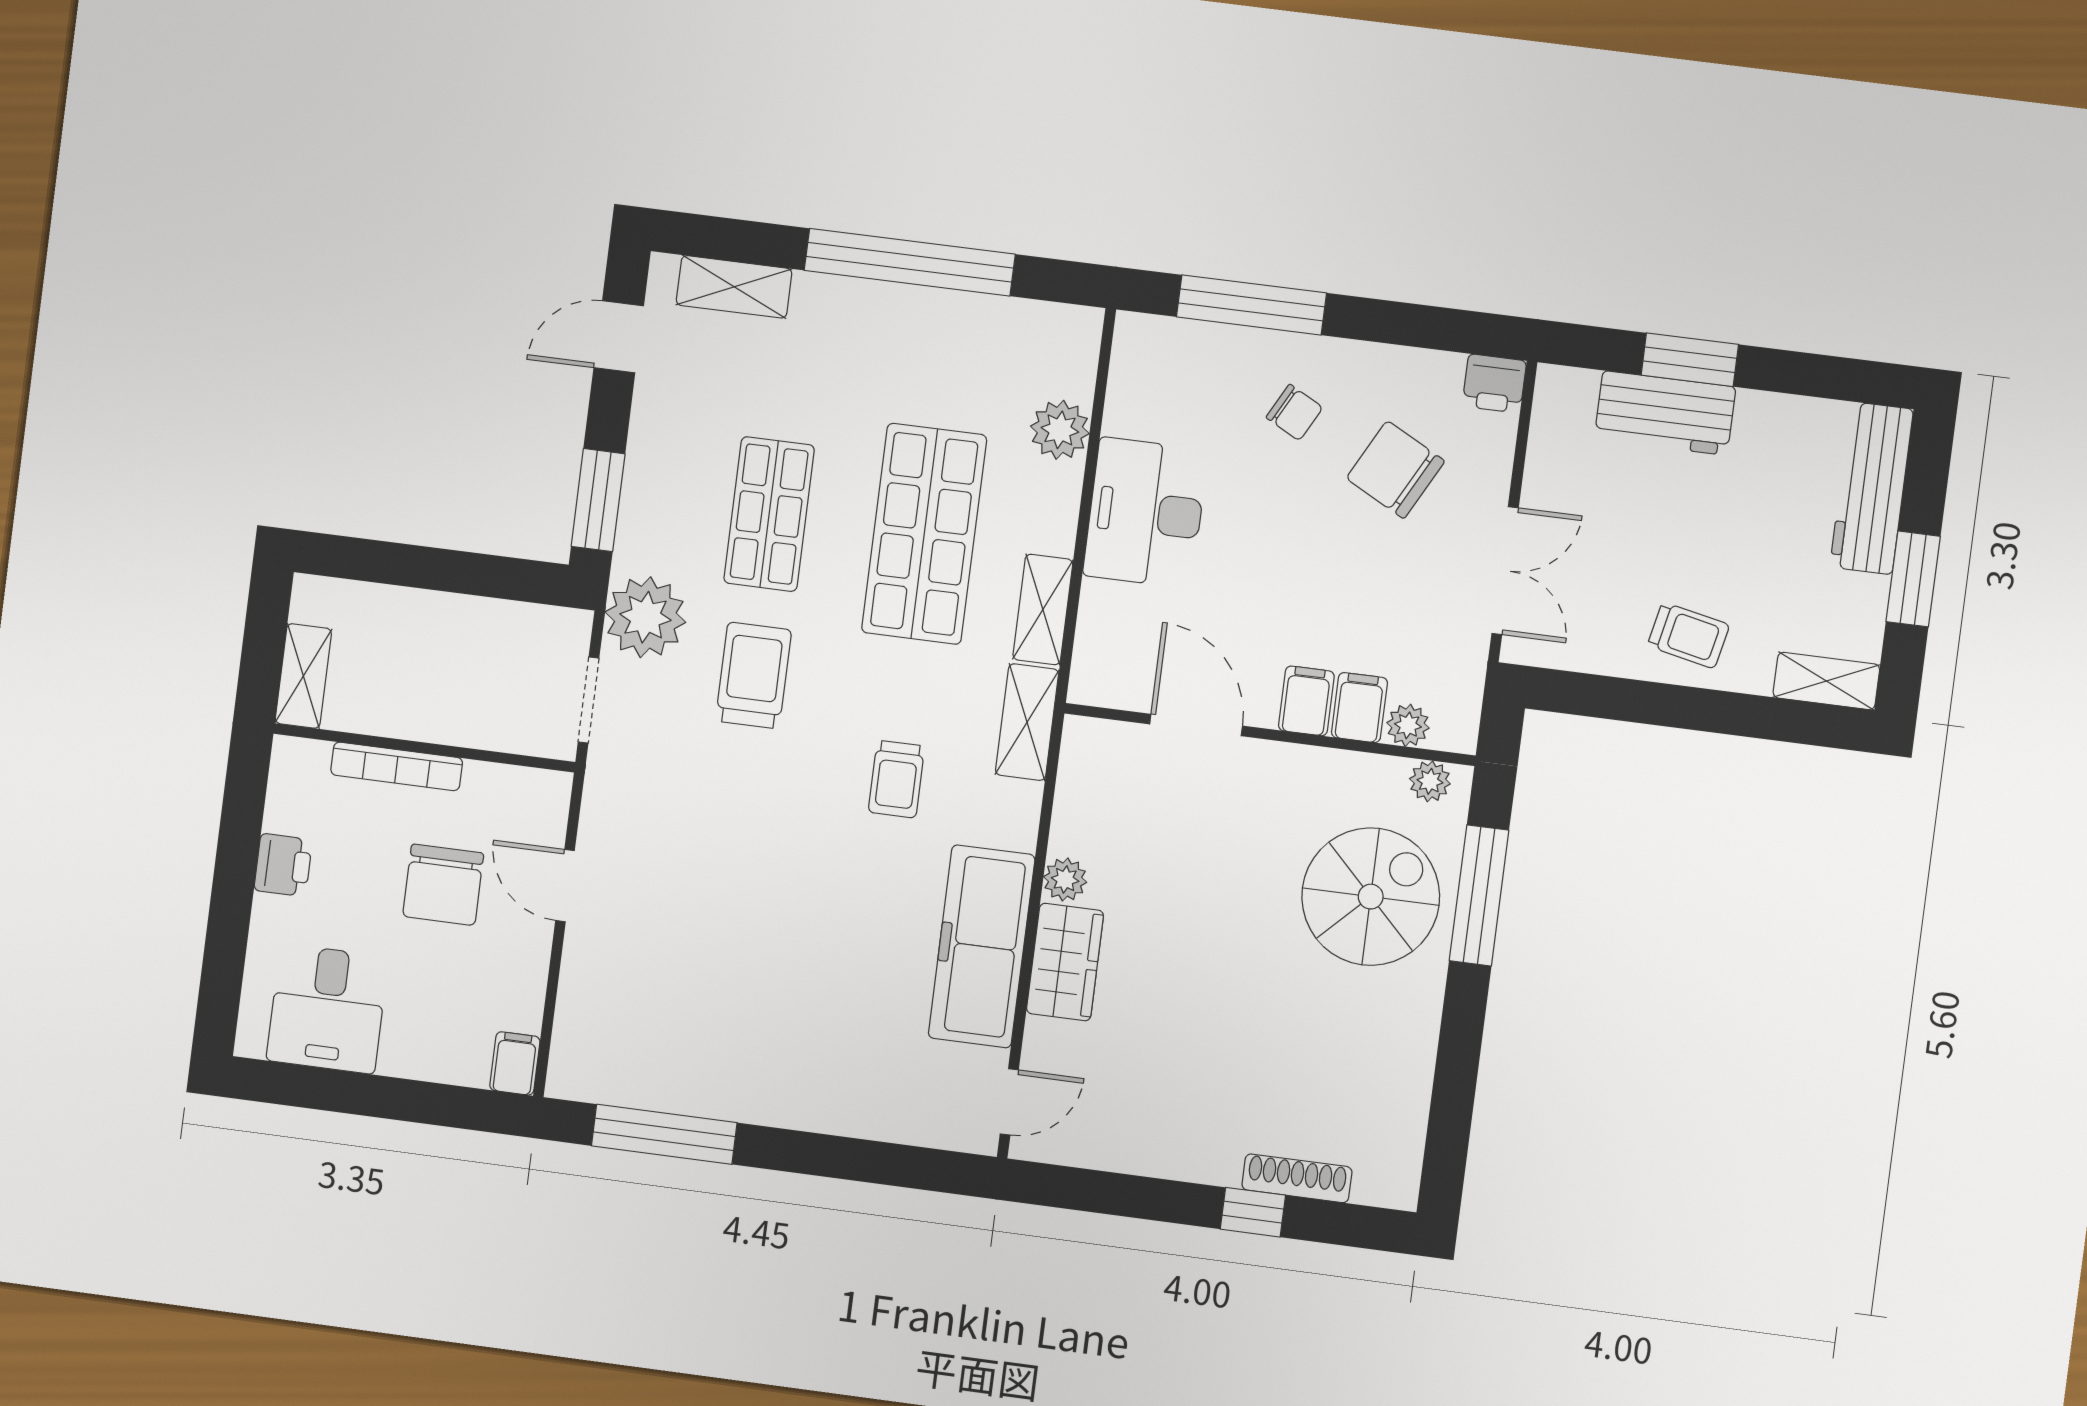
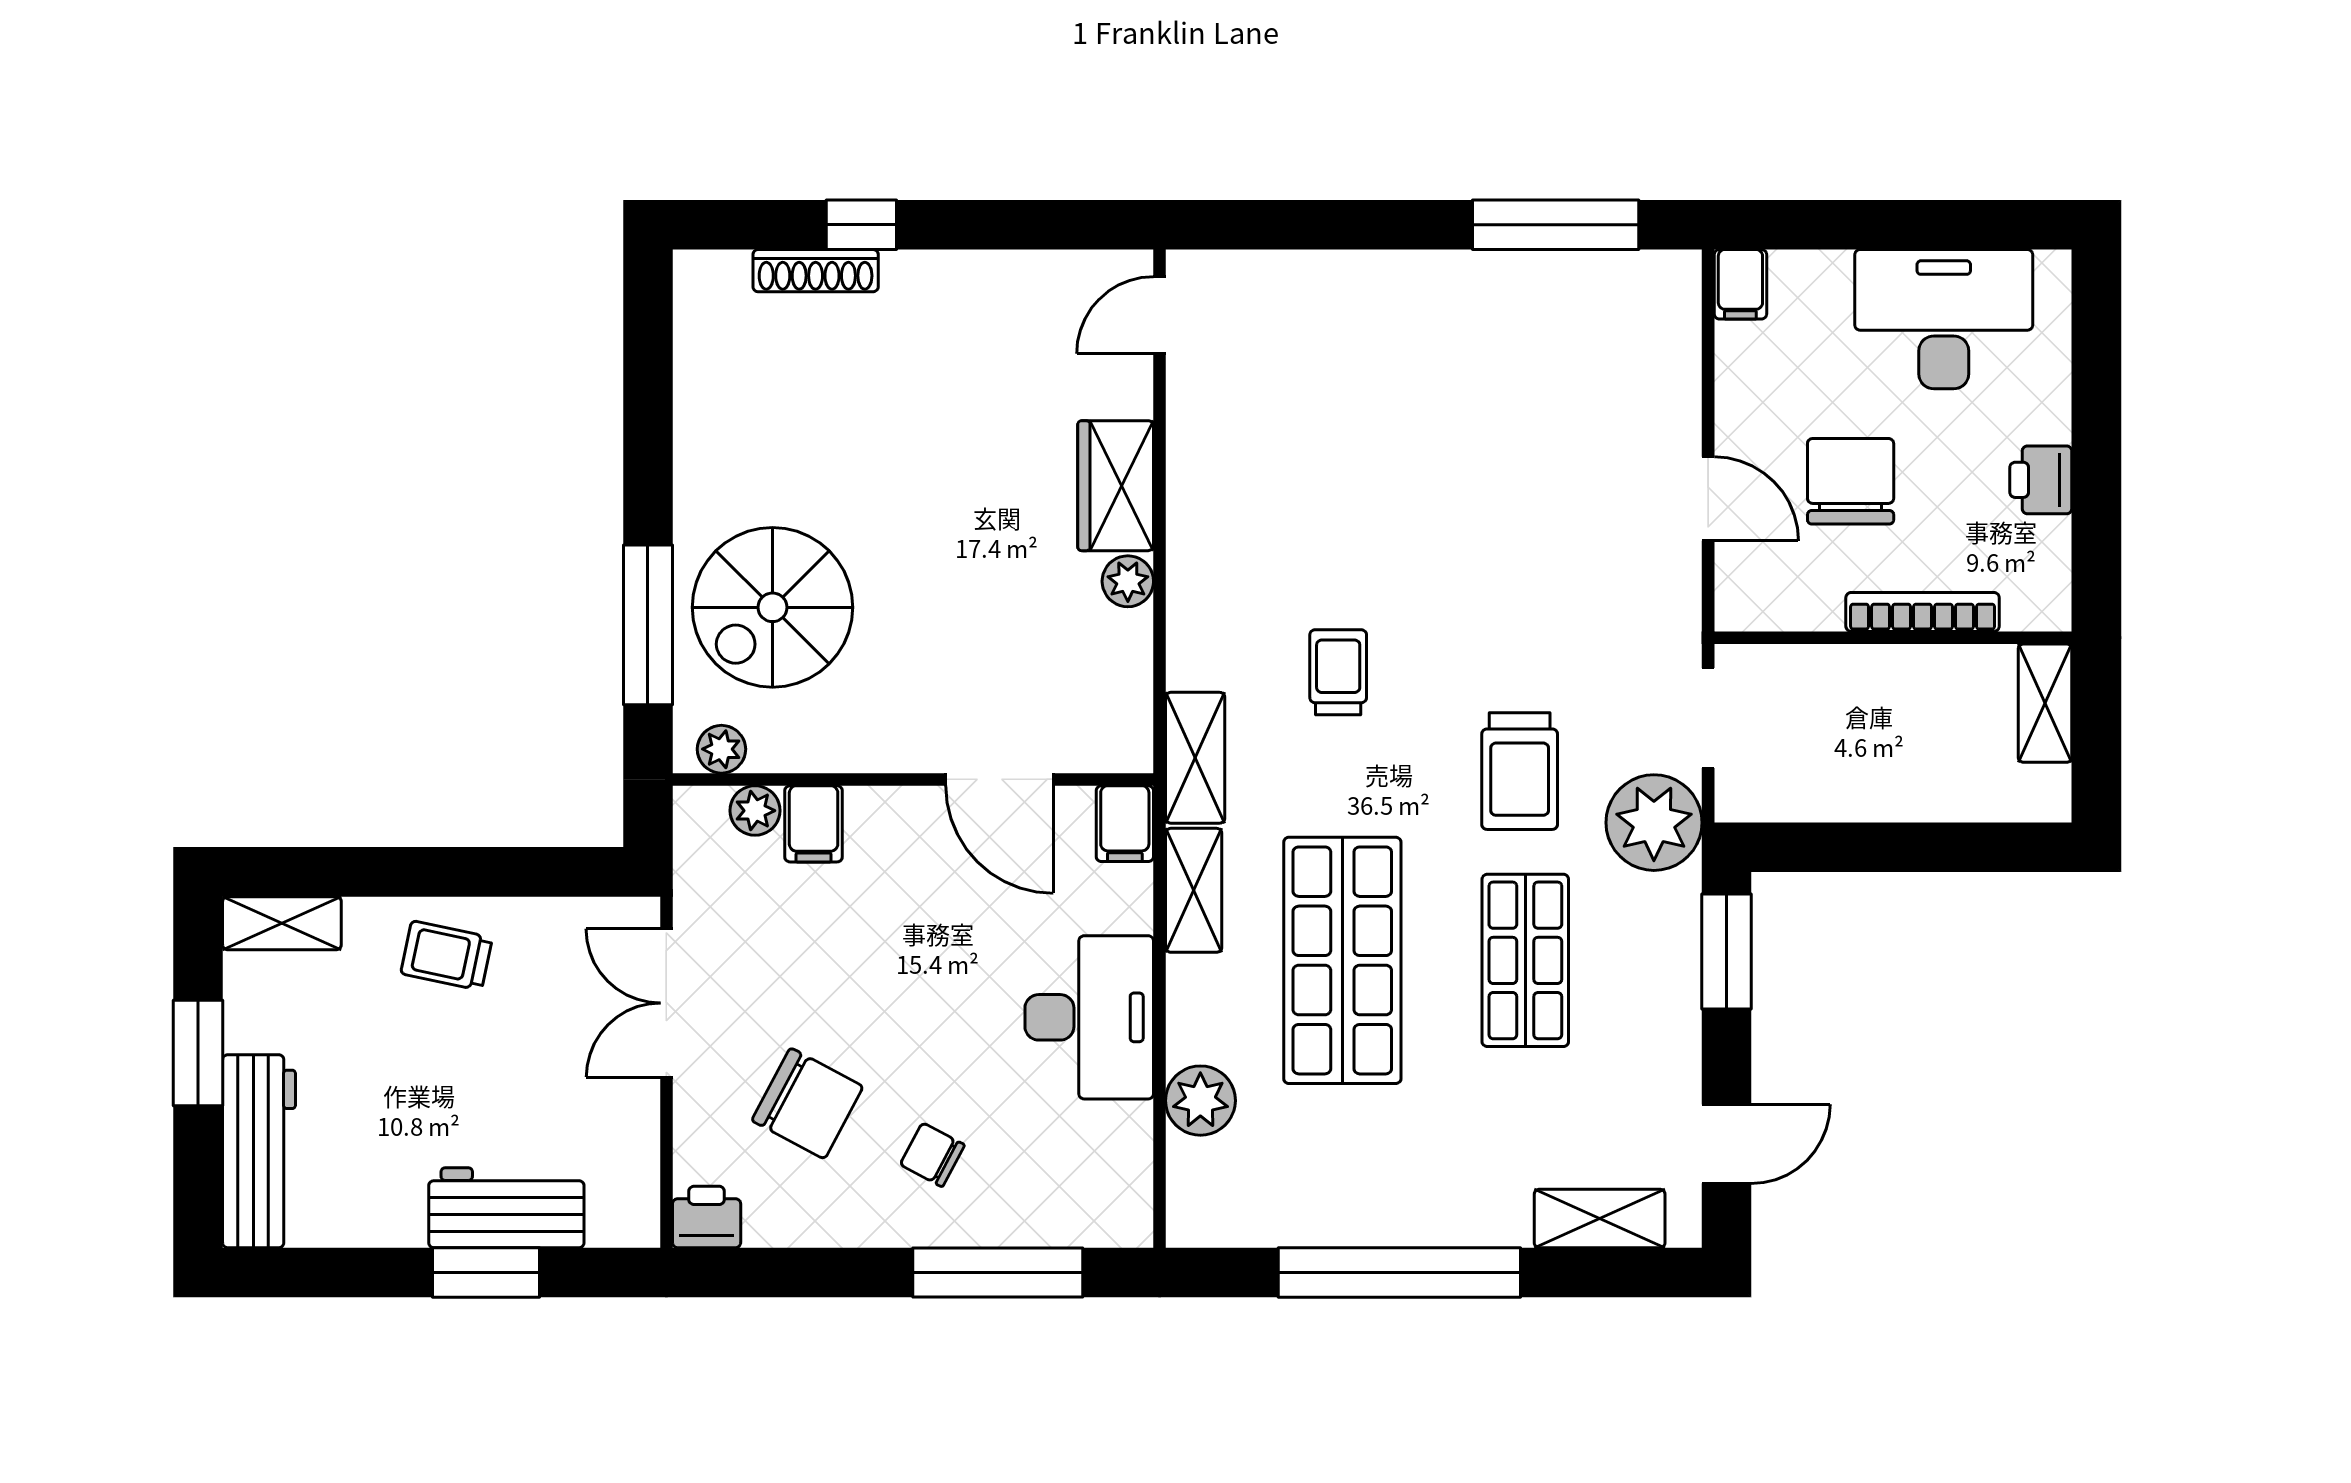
filing cabinet: (1306, 701) -> (1125, 824), moved
freezer: (982, 946) -> (1215, 491), removed
desk: (327, 1009) -> (1944, 319), width x1.37

